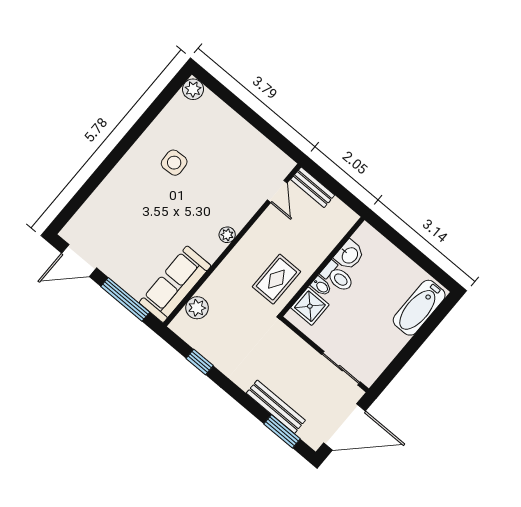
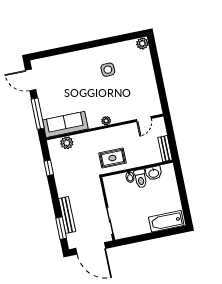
bench: (313, 187) -> (165, 149), moved
shower: (310, 306) -> (118, 182), removed

